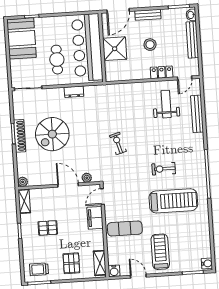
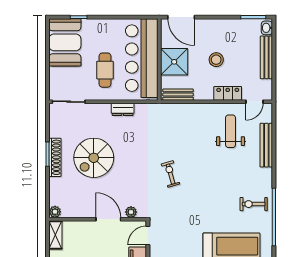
door: (118, 11) -> (181, 17), hinge flipped
bench: (148, 15) -> (178, 95), moved
exercise bike: (164, 169) -> (254, 204), moved

